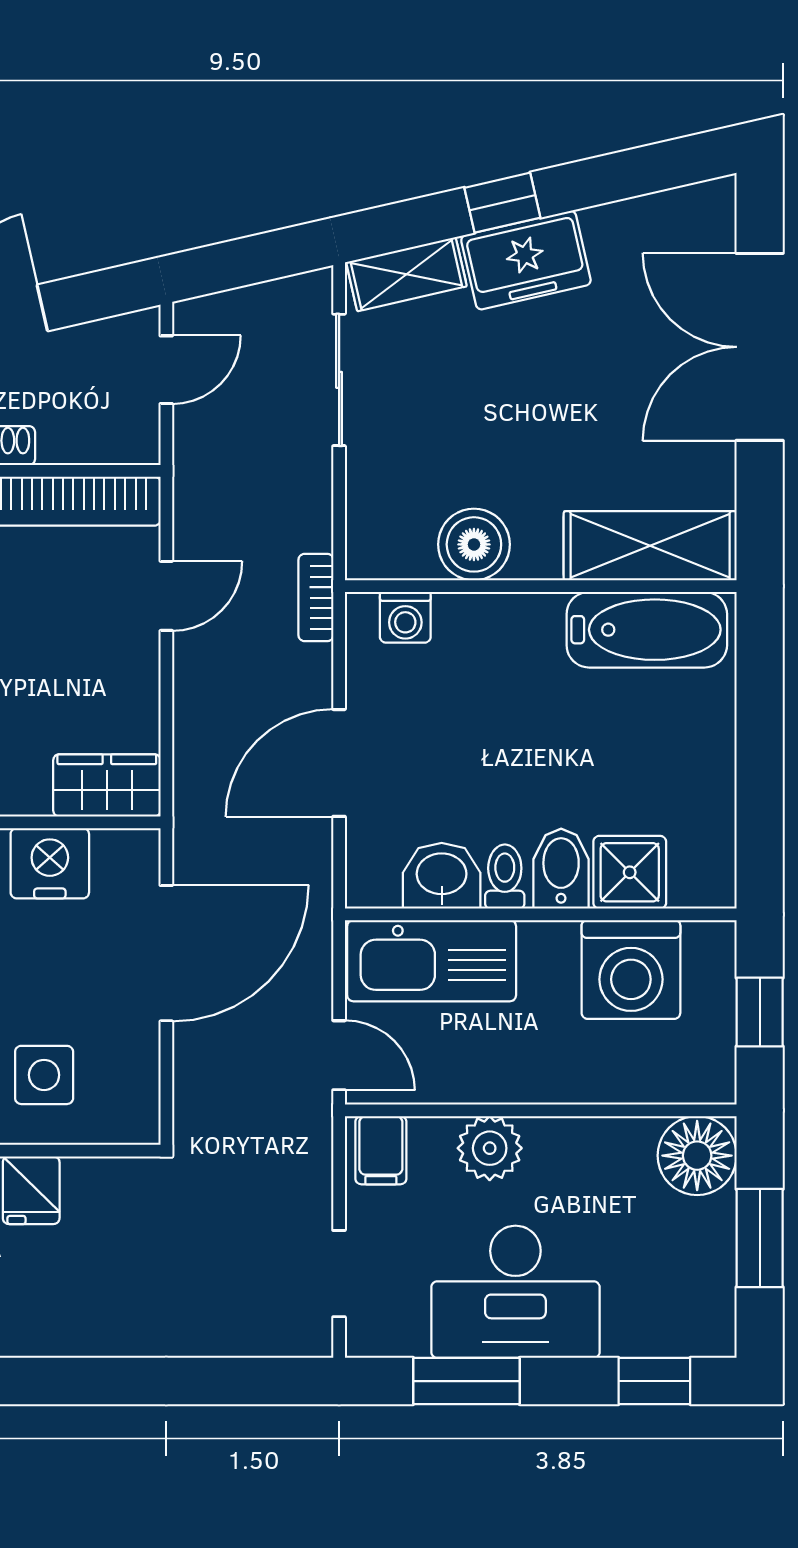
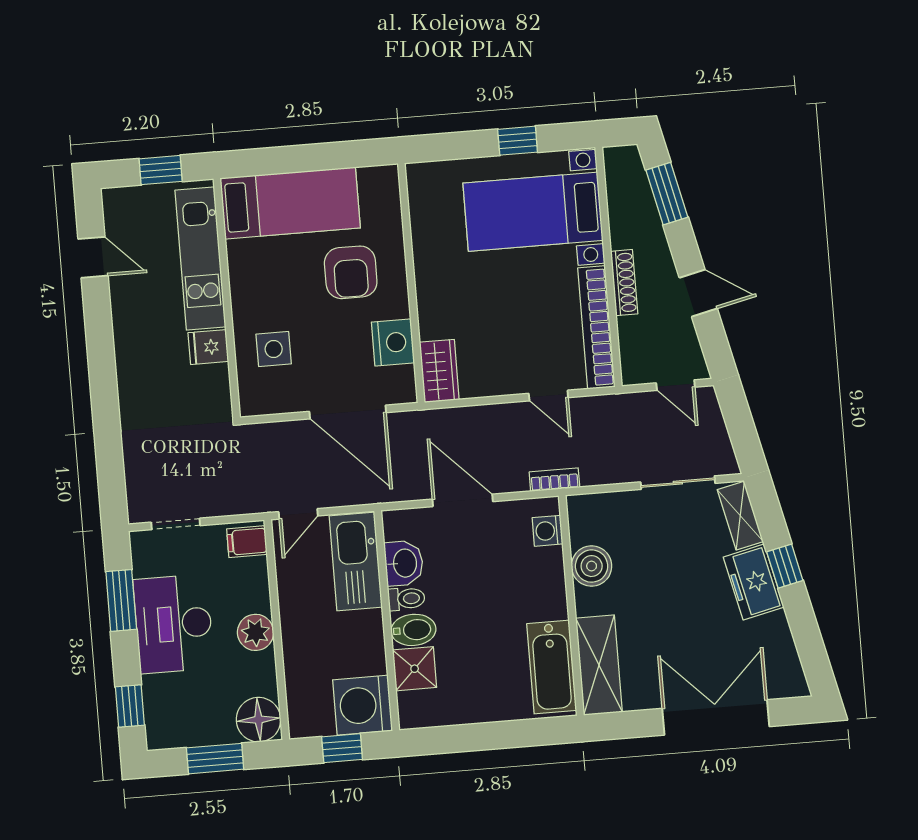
washing machine: (631, 970) -> (363, 705), moved
plant: (490, 1148) -> (256, 632), moved

